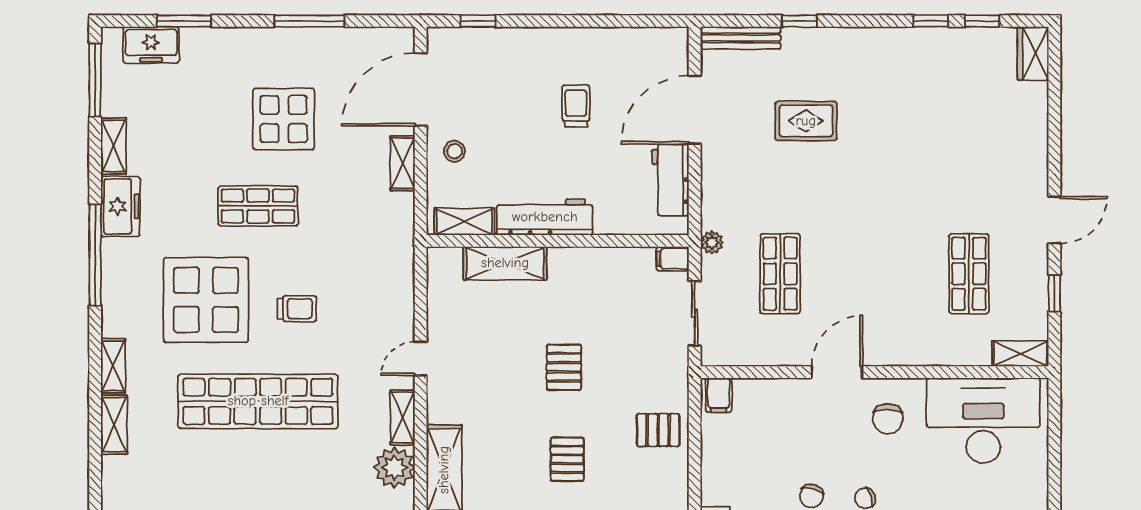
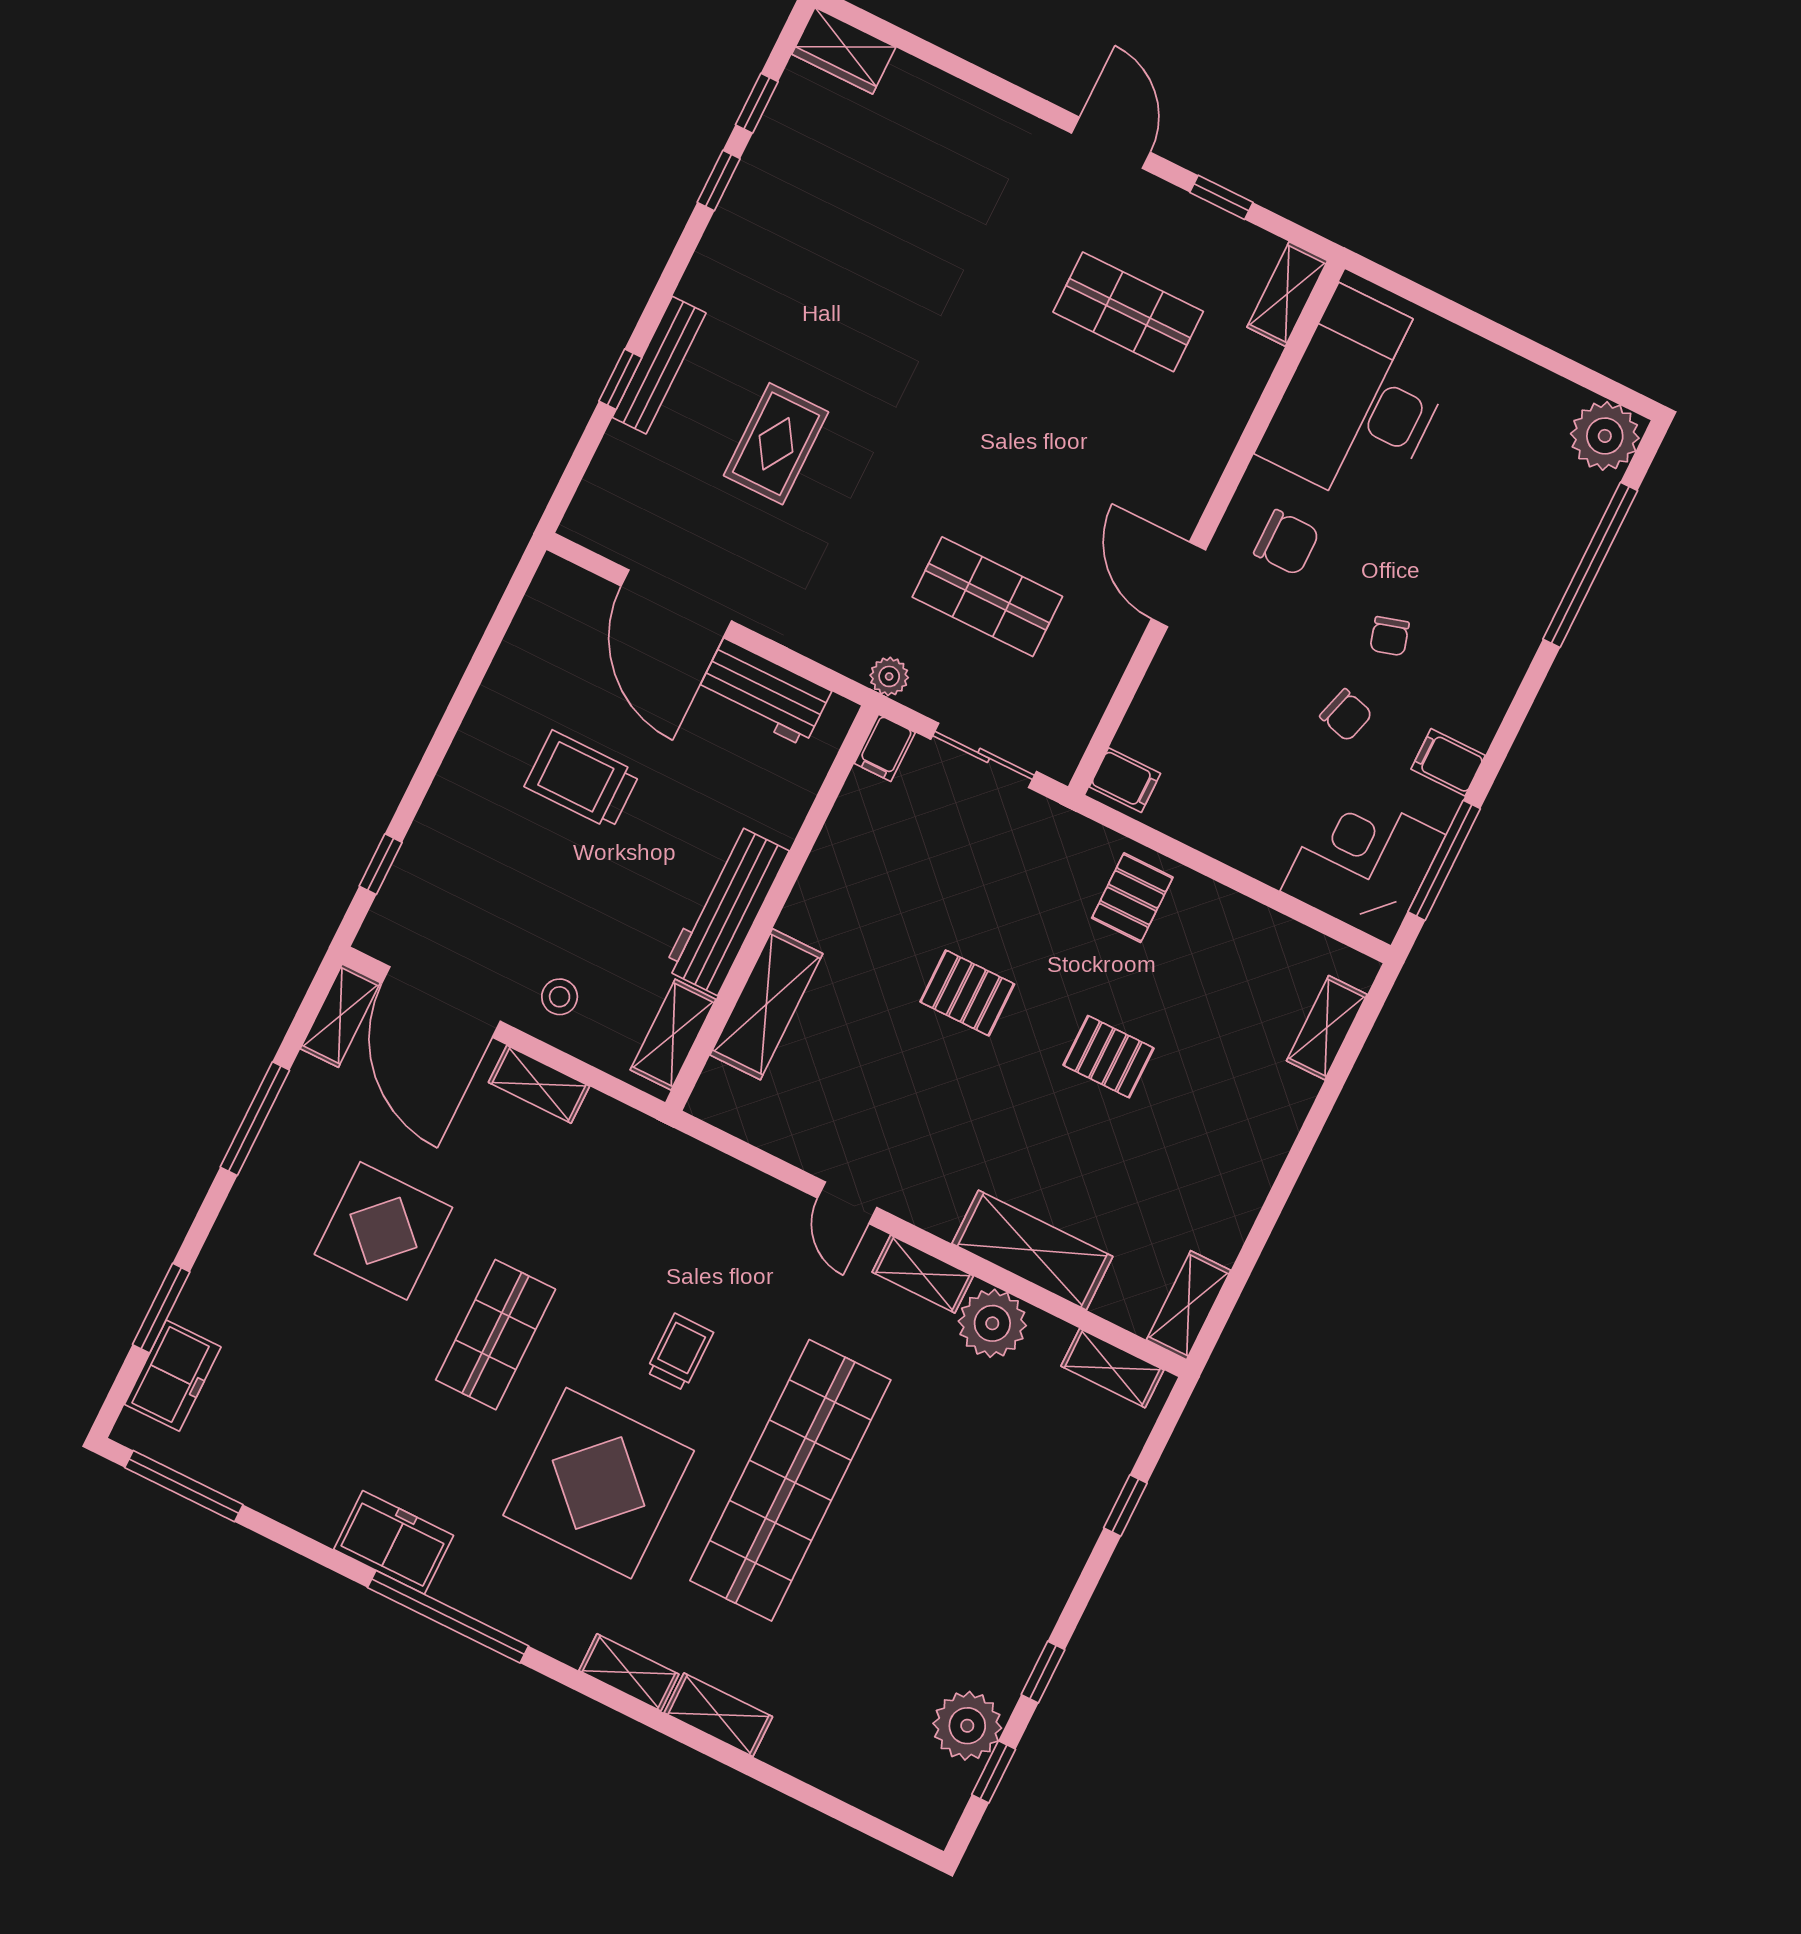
bench: (741, 38) -> (659, 365), moved
trolley: (576, 106) -> (582, 780), width x1.36, depth x1.39
shelving: (113, 146) -> (340, 1016), moved, turned 90

